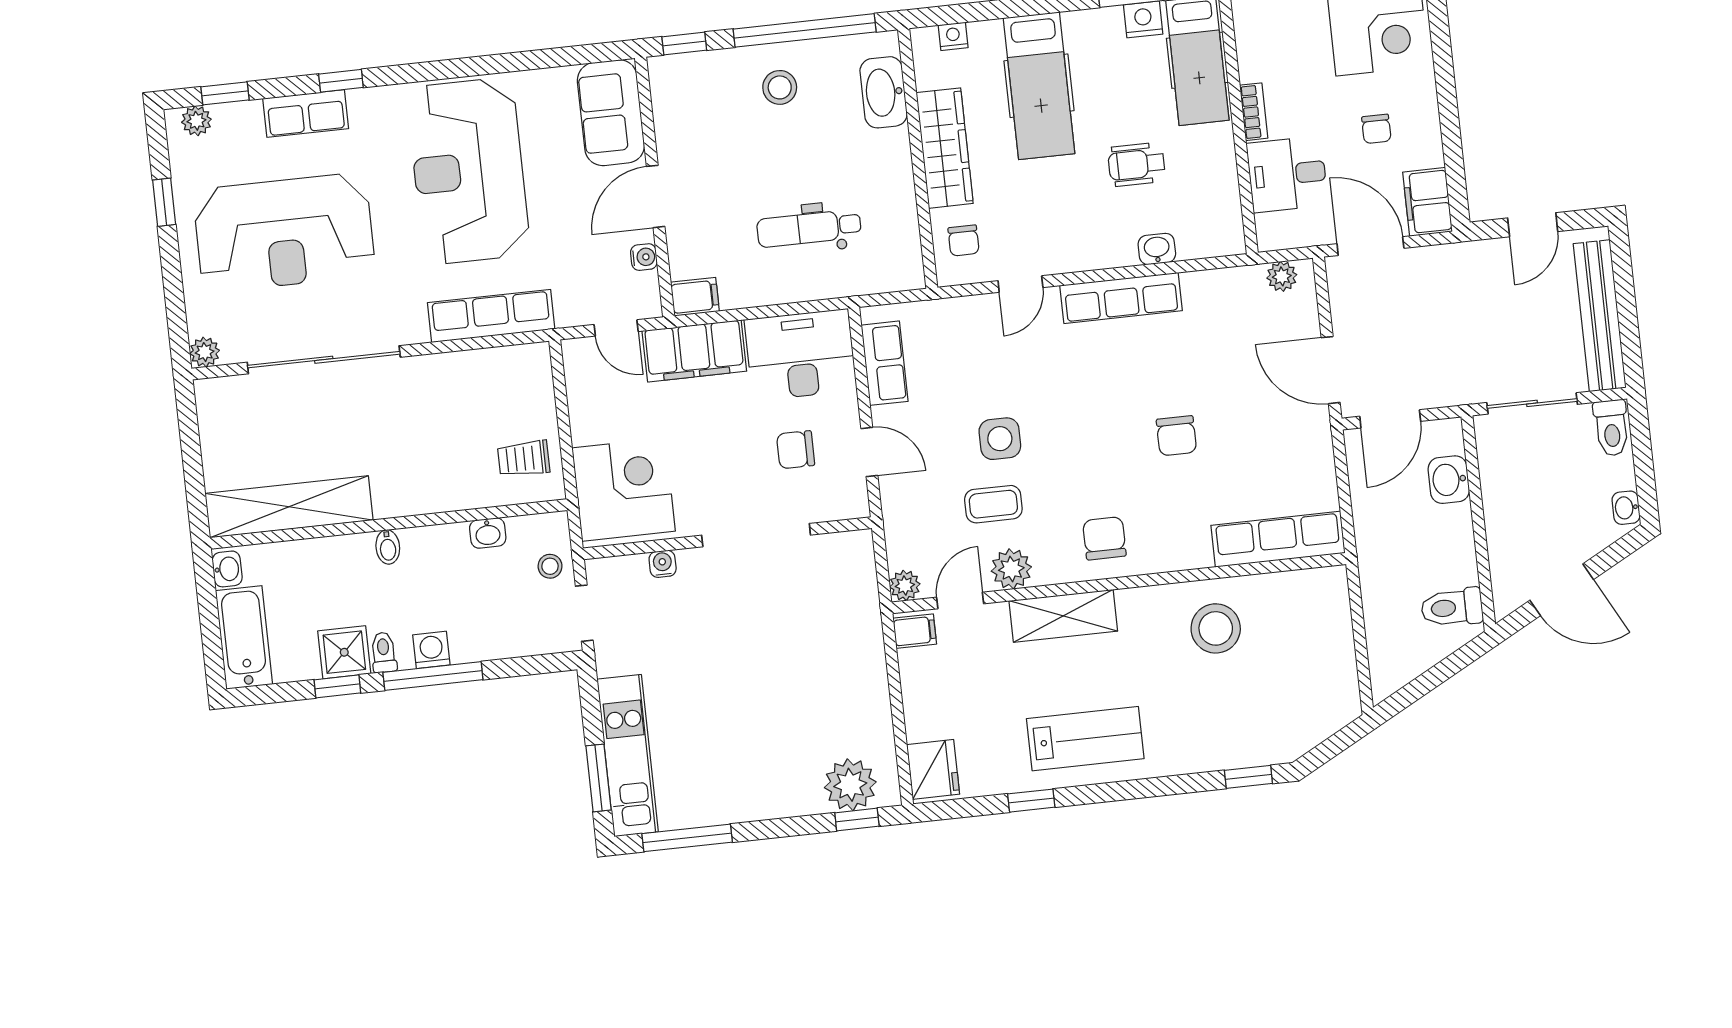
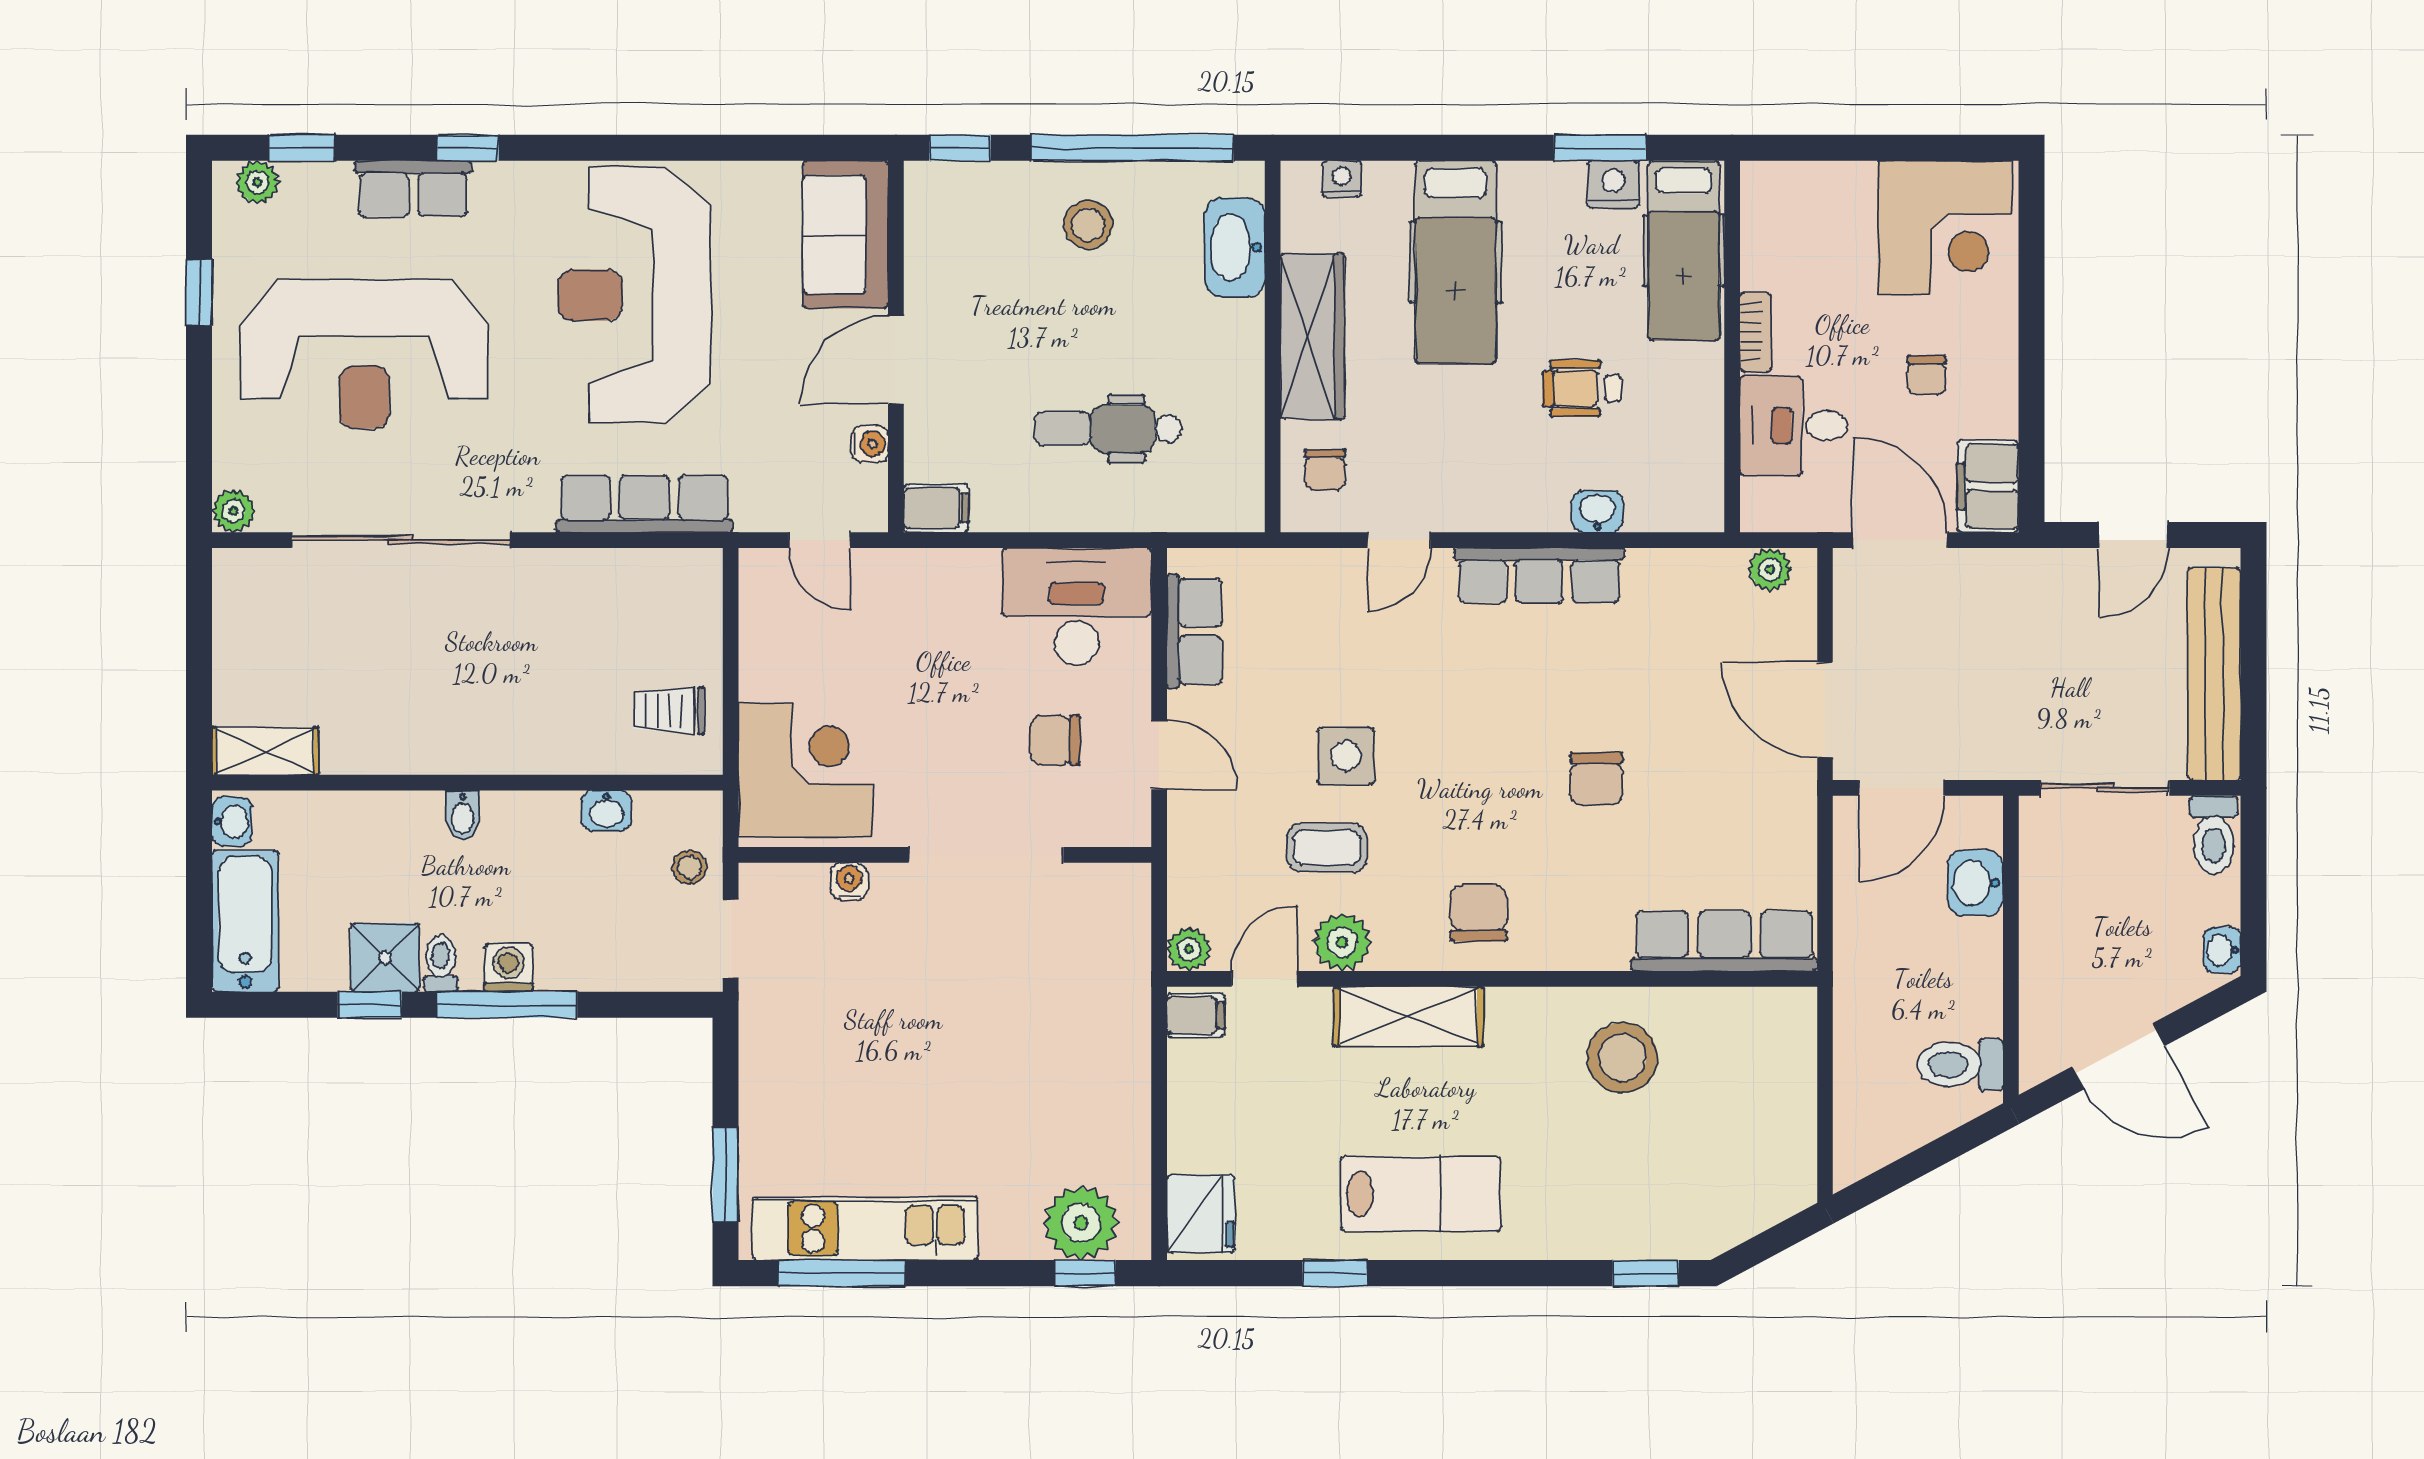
filing cabinet: (694, 351) -> (927, 585), removed
shelving: (289, 507) -> (265, 751), width x0.45, depth x0.75
kitchen unit: (628, 756) -> (865, 1228), moved, turned -90

